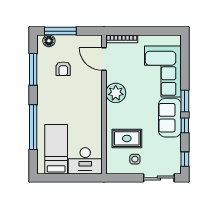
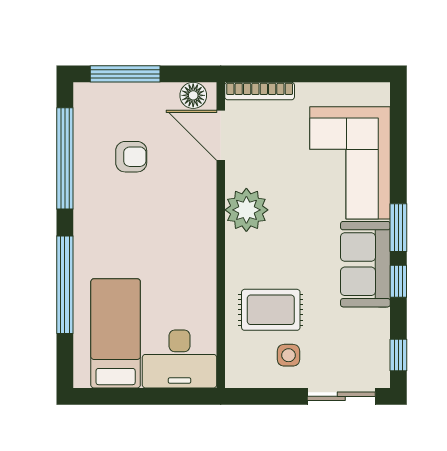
floor lamp: (49, 41) -> (193, 95), moved
window: (33, 69) -> (65, 158), width x1.46
armchair: (63, 69) -> (131, 157), turned -90

